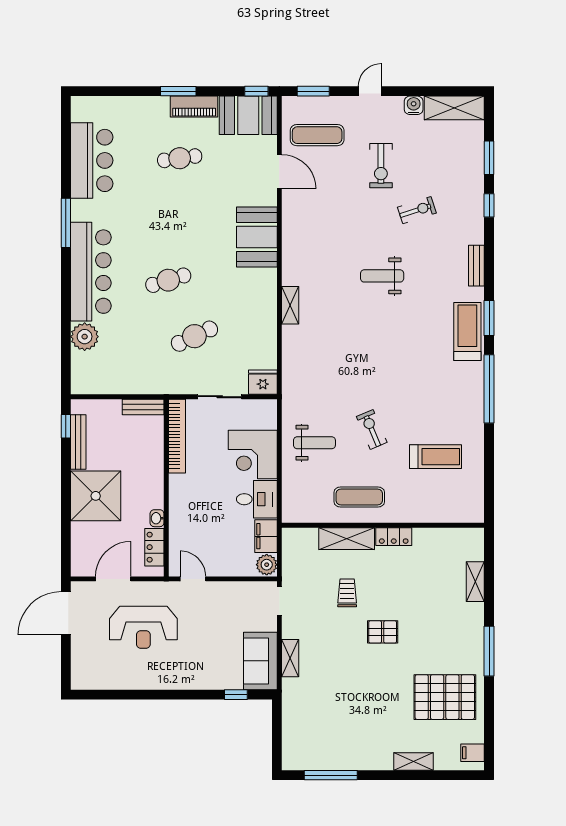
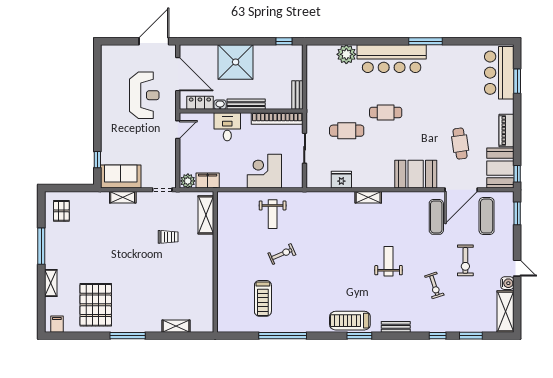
window: (178, 91) -> (517, 81), moved
door: (370, 91) -> (517, 268), moved
cafe table: (180, 158) -> (460, 144), moved
bar counter: (92, 160) -> (499, 73), moved, turned 90
exercise bike: (381, 166) -> (465, 260), turned -90
door: (279, 172) -> (461, 190), width x1.36
cafe table: (168, 280) -> (386, 112), turned -73
treadmill: (467, 332) -> (350, 321), turned 180
cafe table: (194, 336) -> (347, 131), turned -65
fridge: (263, 382) -> (341, 180), moved, turned -90
window: (489, 389) -> (283, 336), moved
bench: (78, 442) -> (246, 104), moved
exercise mat: (359, 497) -> (436, 217), moved
desk: (257, 499) -> (227, 127), moved, turned 180
locker: (394, 537) -> (207, 269), removed
shelving: (347, 539) -> (206, 215), moved
door: (113, 579) -> (178, 74), width x1.36
door: (66, 613) -> (154, 41), hinge flipped
reception desk: (143, 627) -> (144, 95), turned 180
pallet: (383, 632) -> (61, 211), moved
window: (331, 775) -> (41, 246), moved

